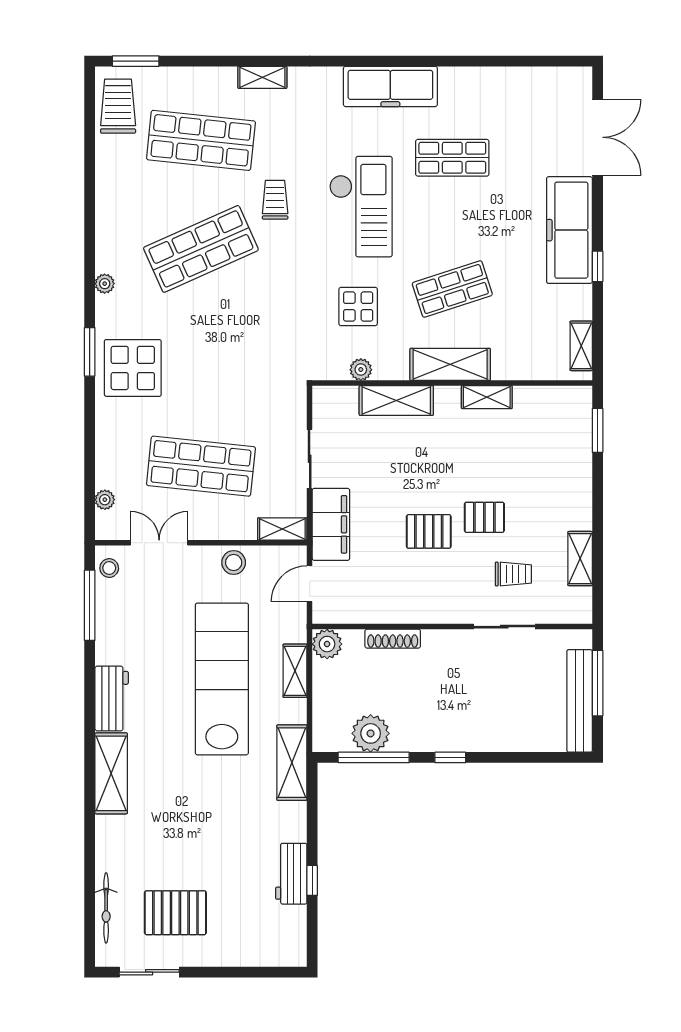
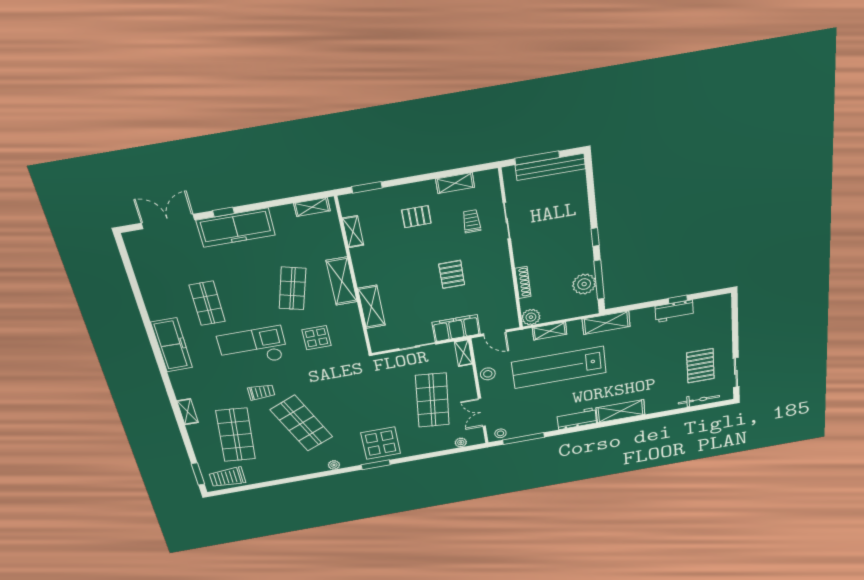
trolley: (275, 200) -> (261, 392), turned 180
window: (598, 266) -> (224, 212), moved
shop shelf: (452, 289) -> (293, 288), turned 33
plant: (361, 370) -> (356, 329), removed
shelving: (487, 397) -> (353, 232), moved
pallet: (484, 517) -> (416, 217), moved, turned 90

